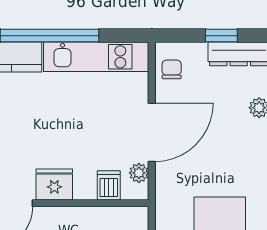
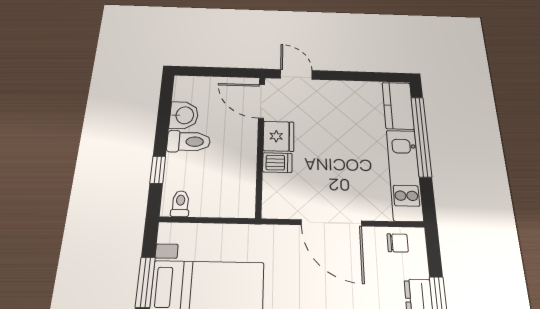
plant: (139, 173) -> (289, 210), removed
dishwasher: (109, 185) -> (277, 163), moved

